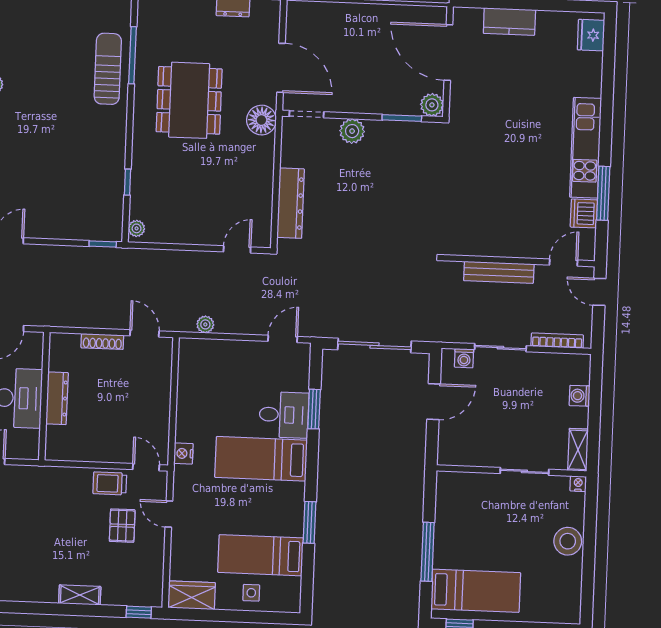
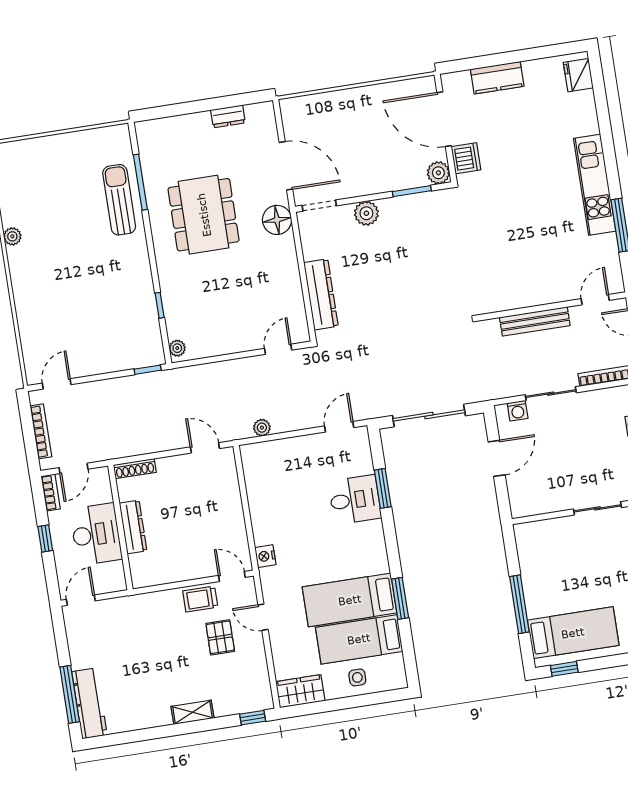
dishwasher: (584, 213) -> (466, 158), moved, turned 180
shoe rack: (102, 342) -> (135, 469), moved
bed: (261, 459) -> (350, 600), moved

